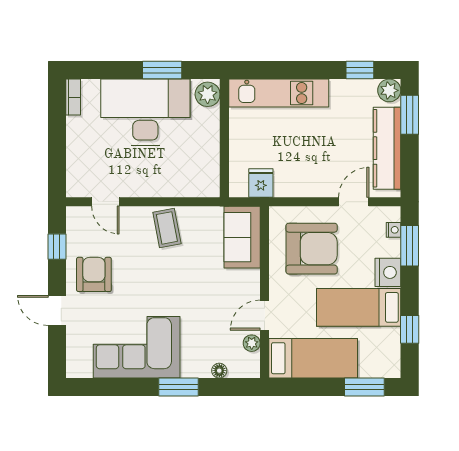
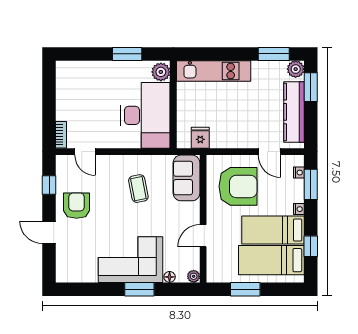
window: (360, 70) -> (274, 54), width x1.50
bookcase: (73, 97) -> (61, 135), moved
desk: (145, 112) -> (145, 115), moved, turned 90
door: (354, 202) -> (269, 152), swing flipped
coffee table: (167, 228) -> (138, 189), moved
nightstand: (388, 272) -> (299, 209), width x0.53, depth x0.56
plant: (252, 343) -> (194, 276), moved
corner sofa: (137, 347) -> (131, 260), moved
bed: (313, 358) -> (271, 260), moved, turned 180
window: (364, 387) -> (245, 289), moved

